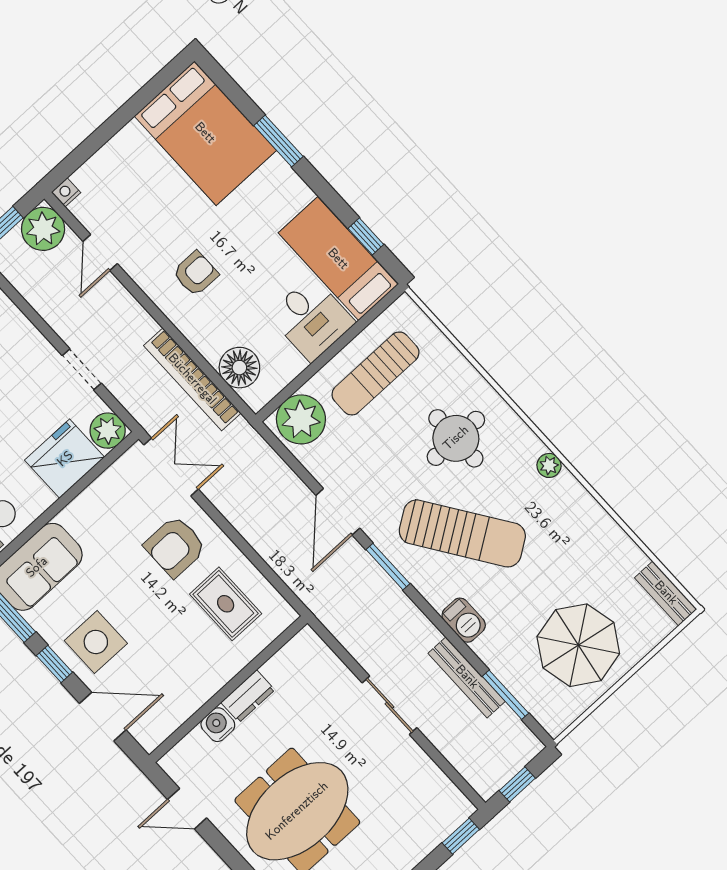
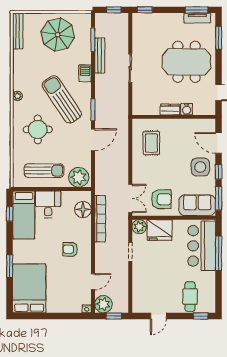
double door: (171, 467) -> (130, 199), swing flipped
armchair: (175, 547) -> (161, 199), moved
bench: (666, 593) -> (18, 31), width x1.36

